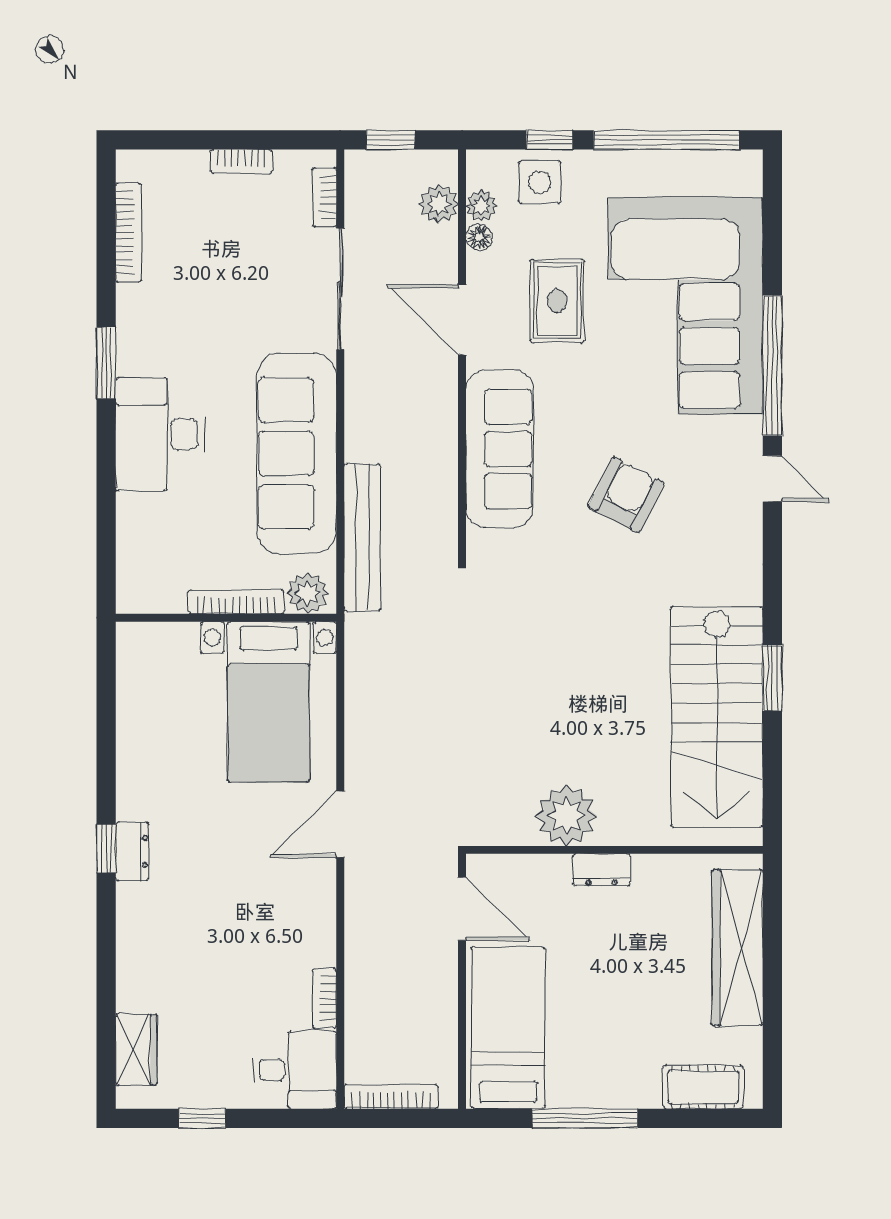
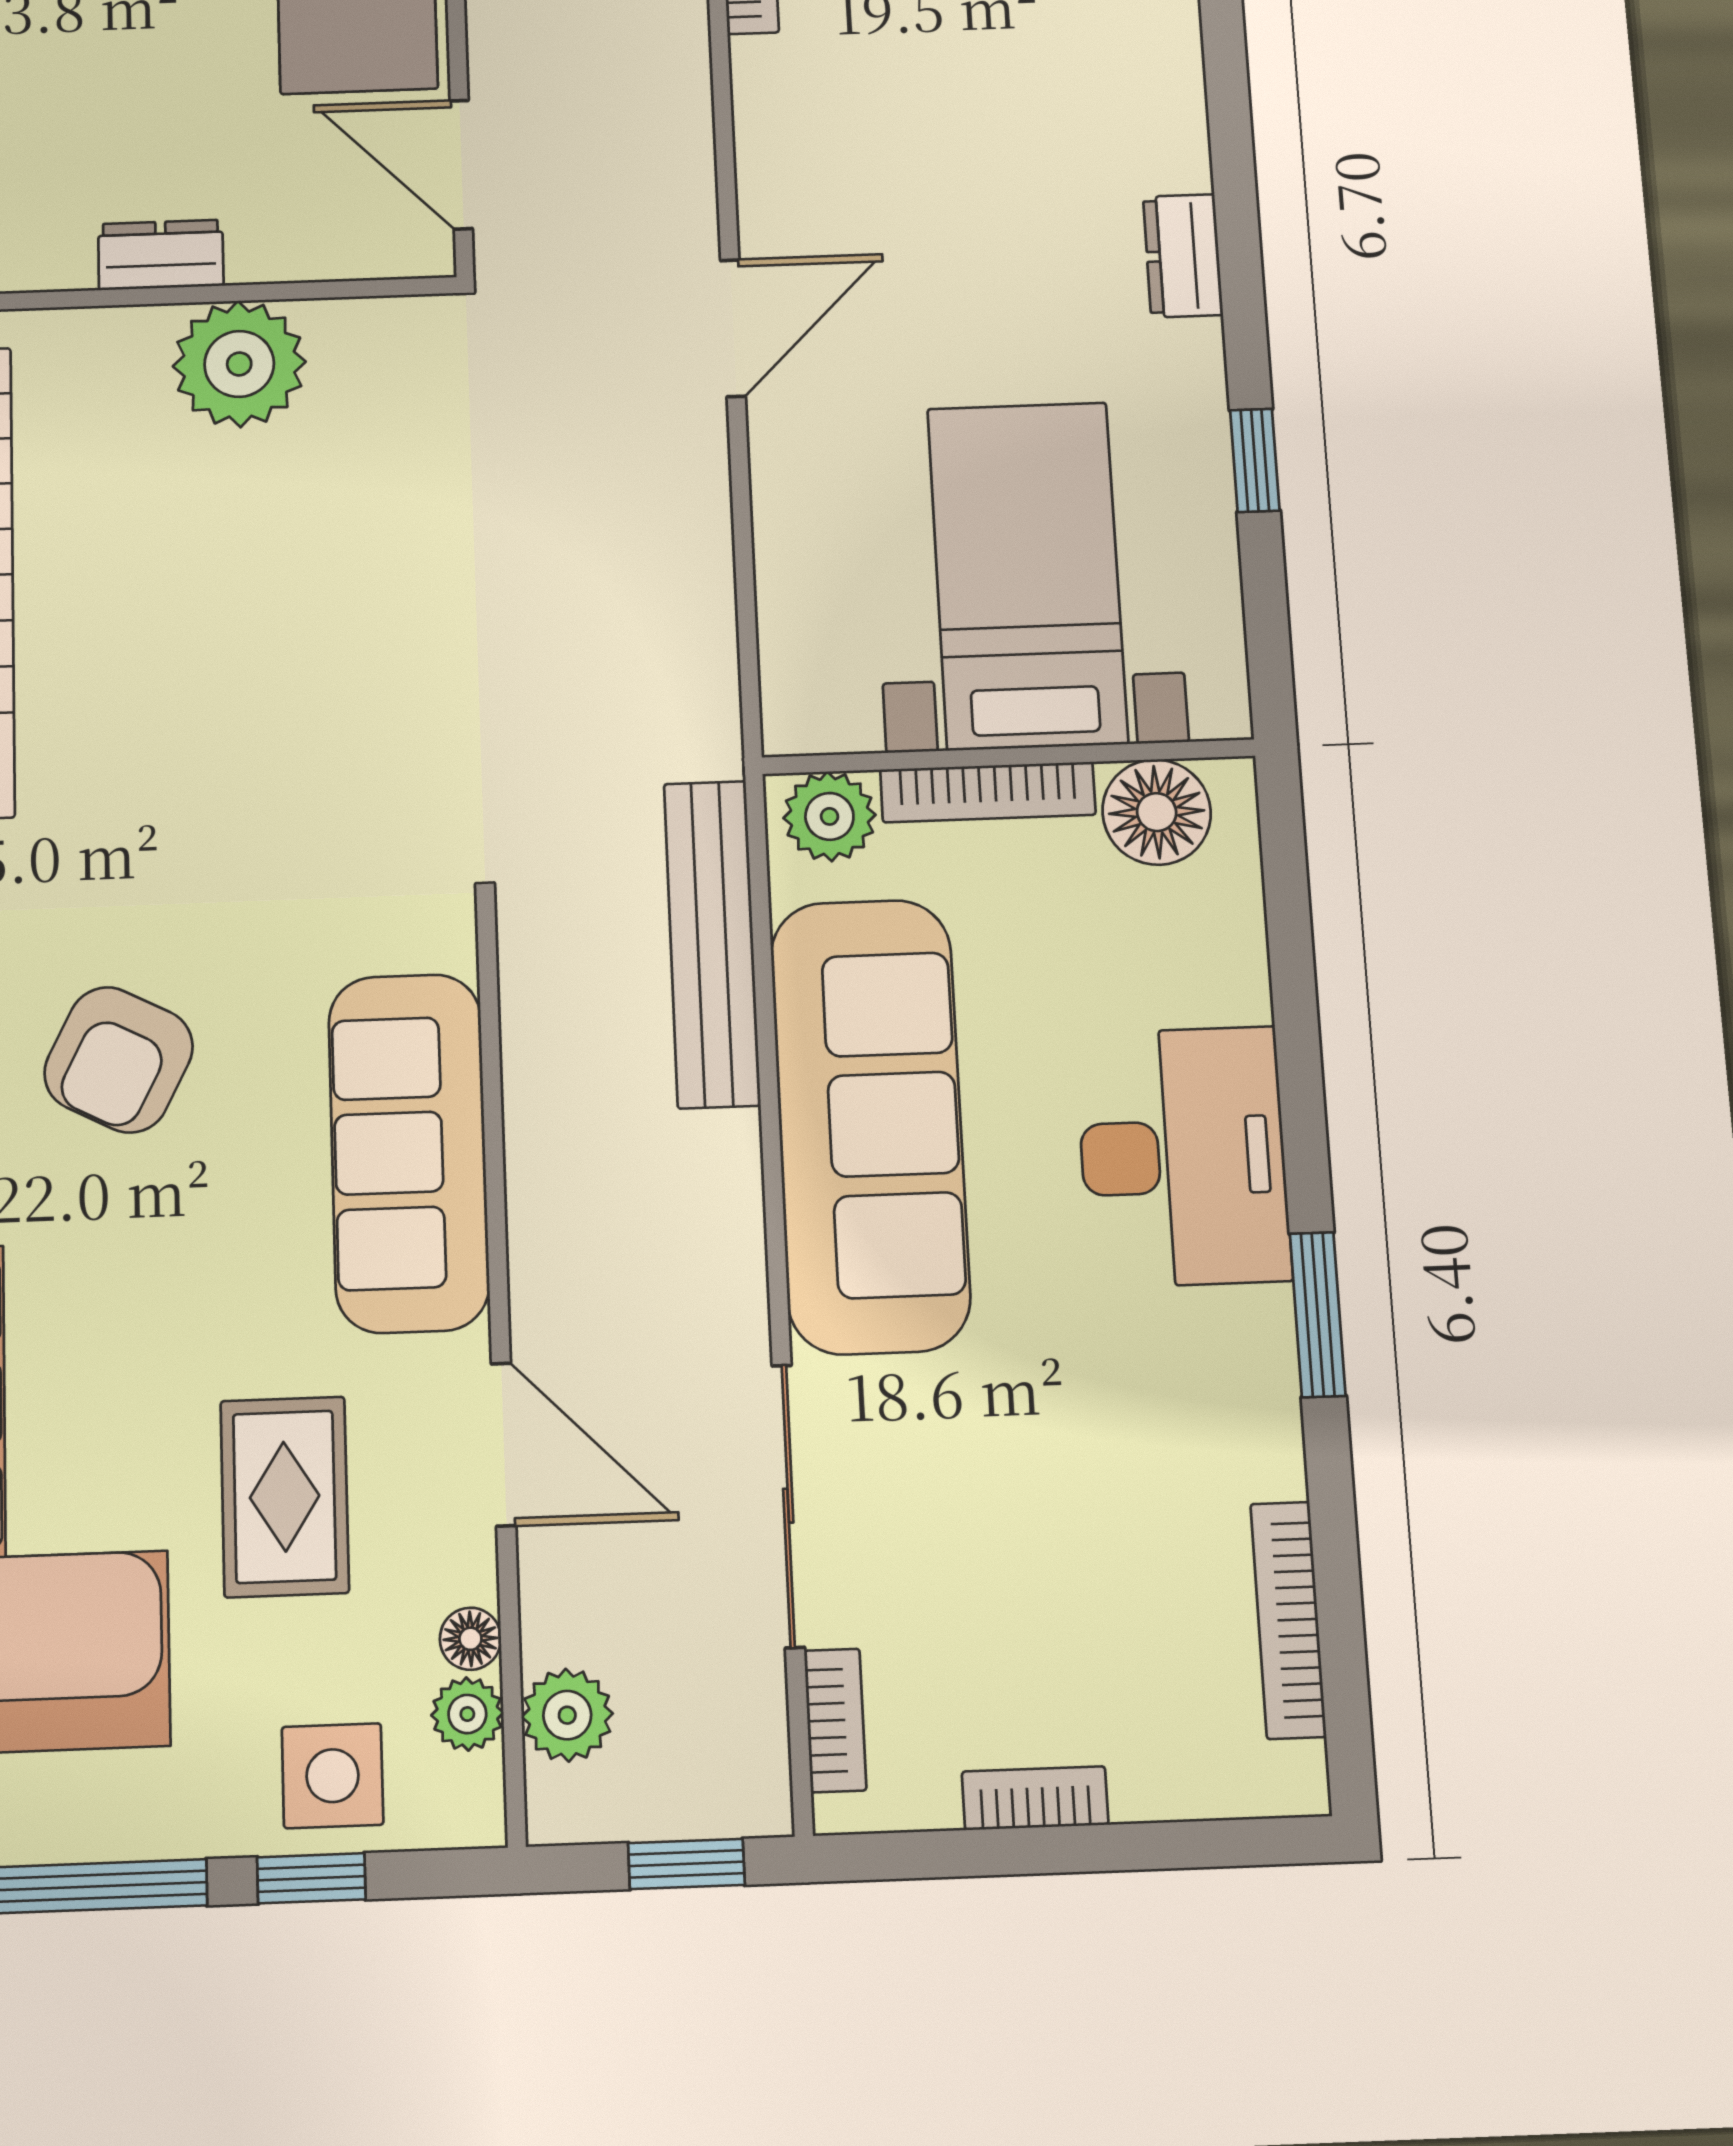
floor lamp: (161, 590) -> (1157, 812), added
bed with nightstands: (269, 702) -> (1027, 575), moved
window: (106, 848) -> (1255, 460), moved

